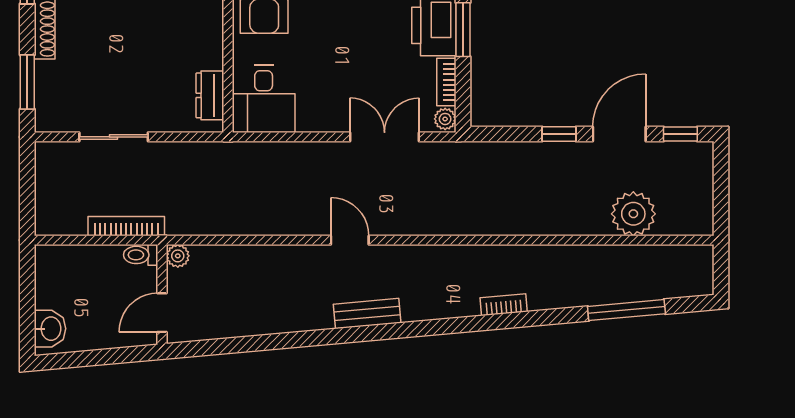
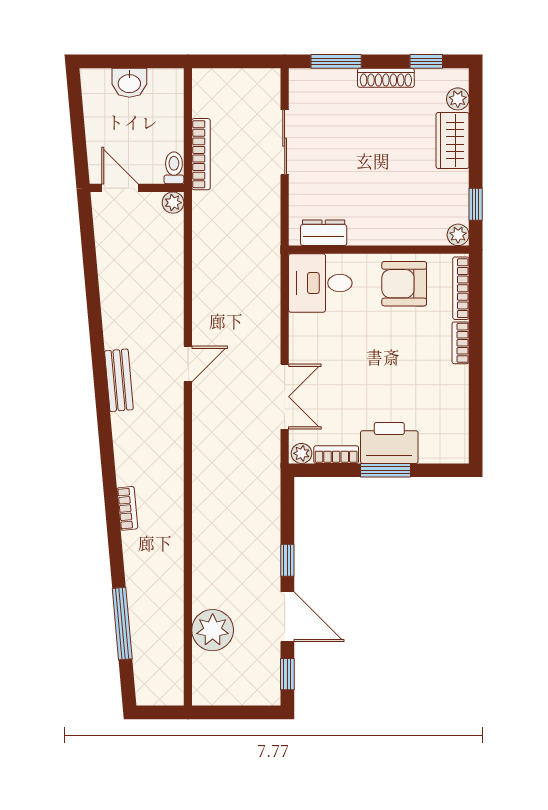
washbasin: (50, 329) -> (129, 83), moved

